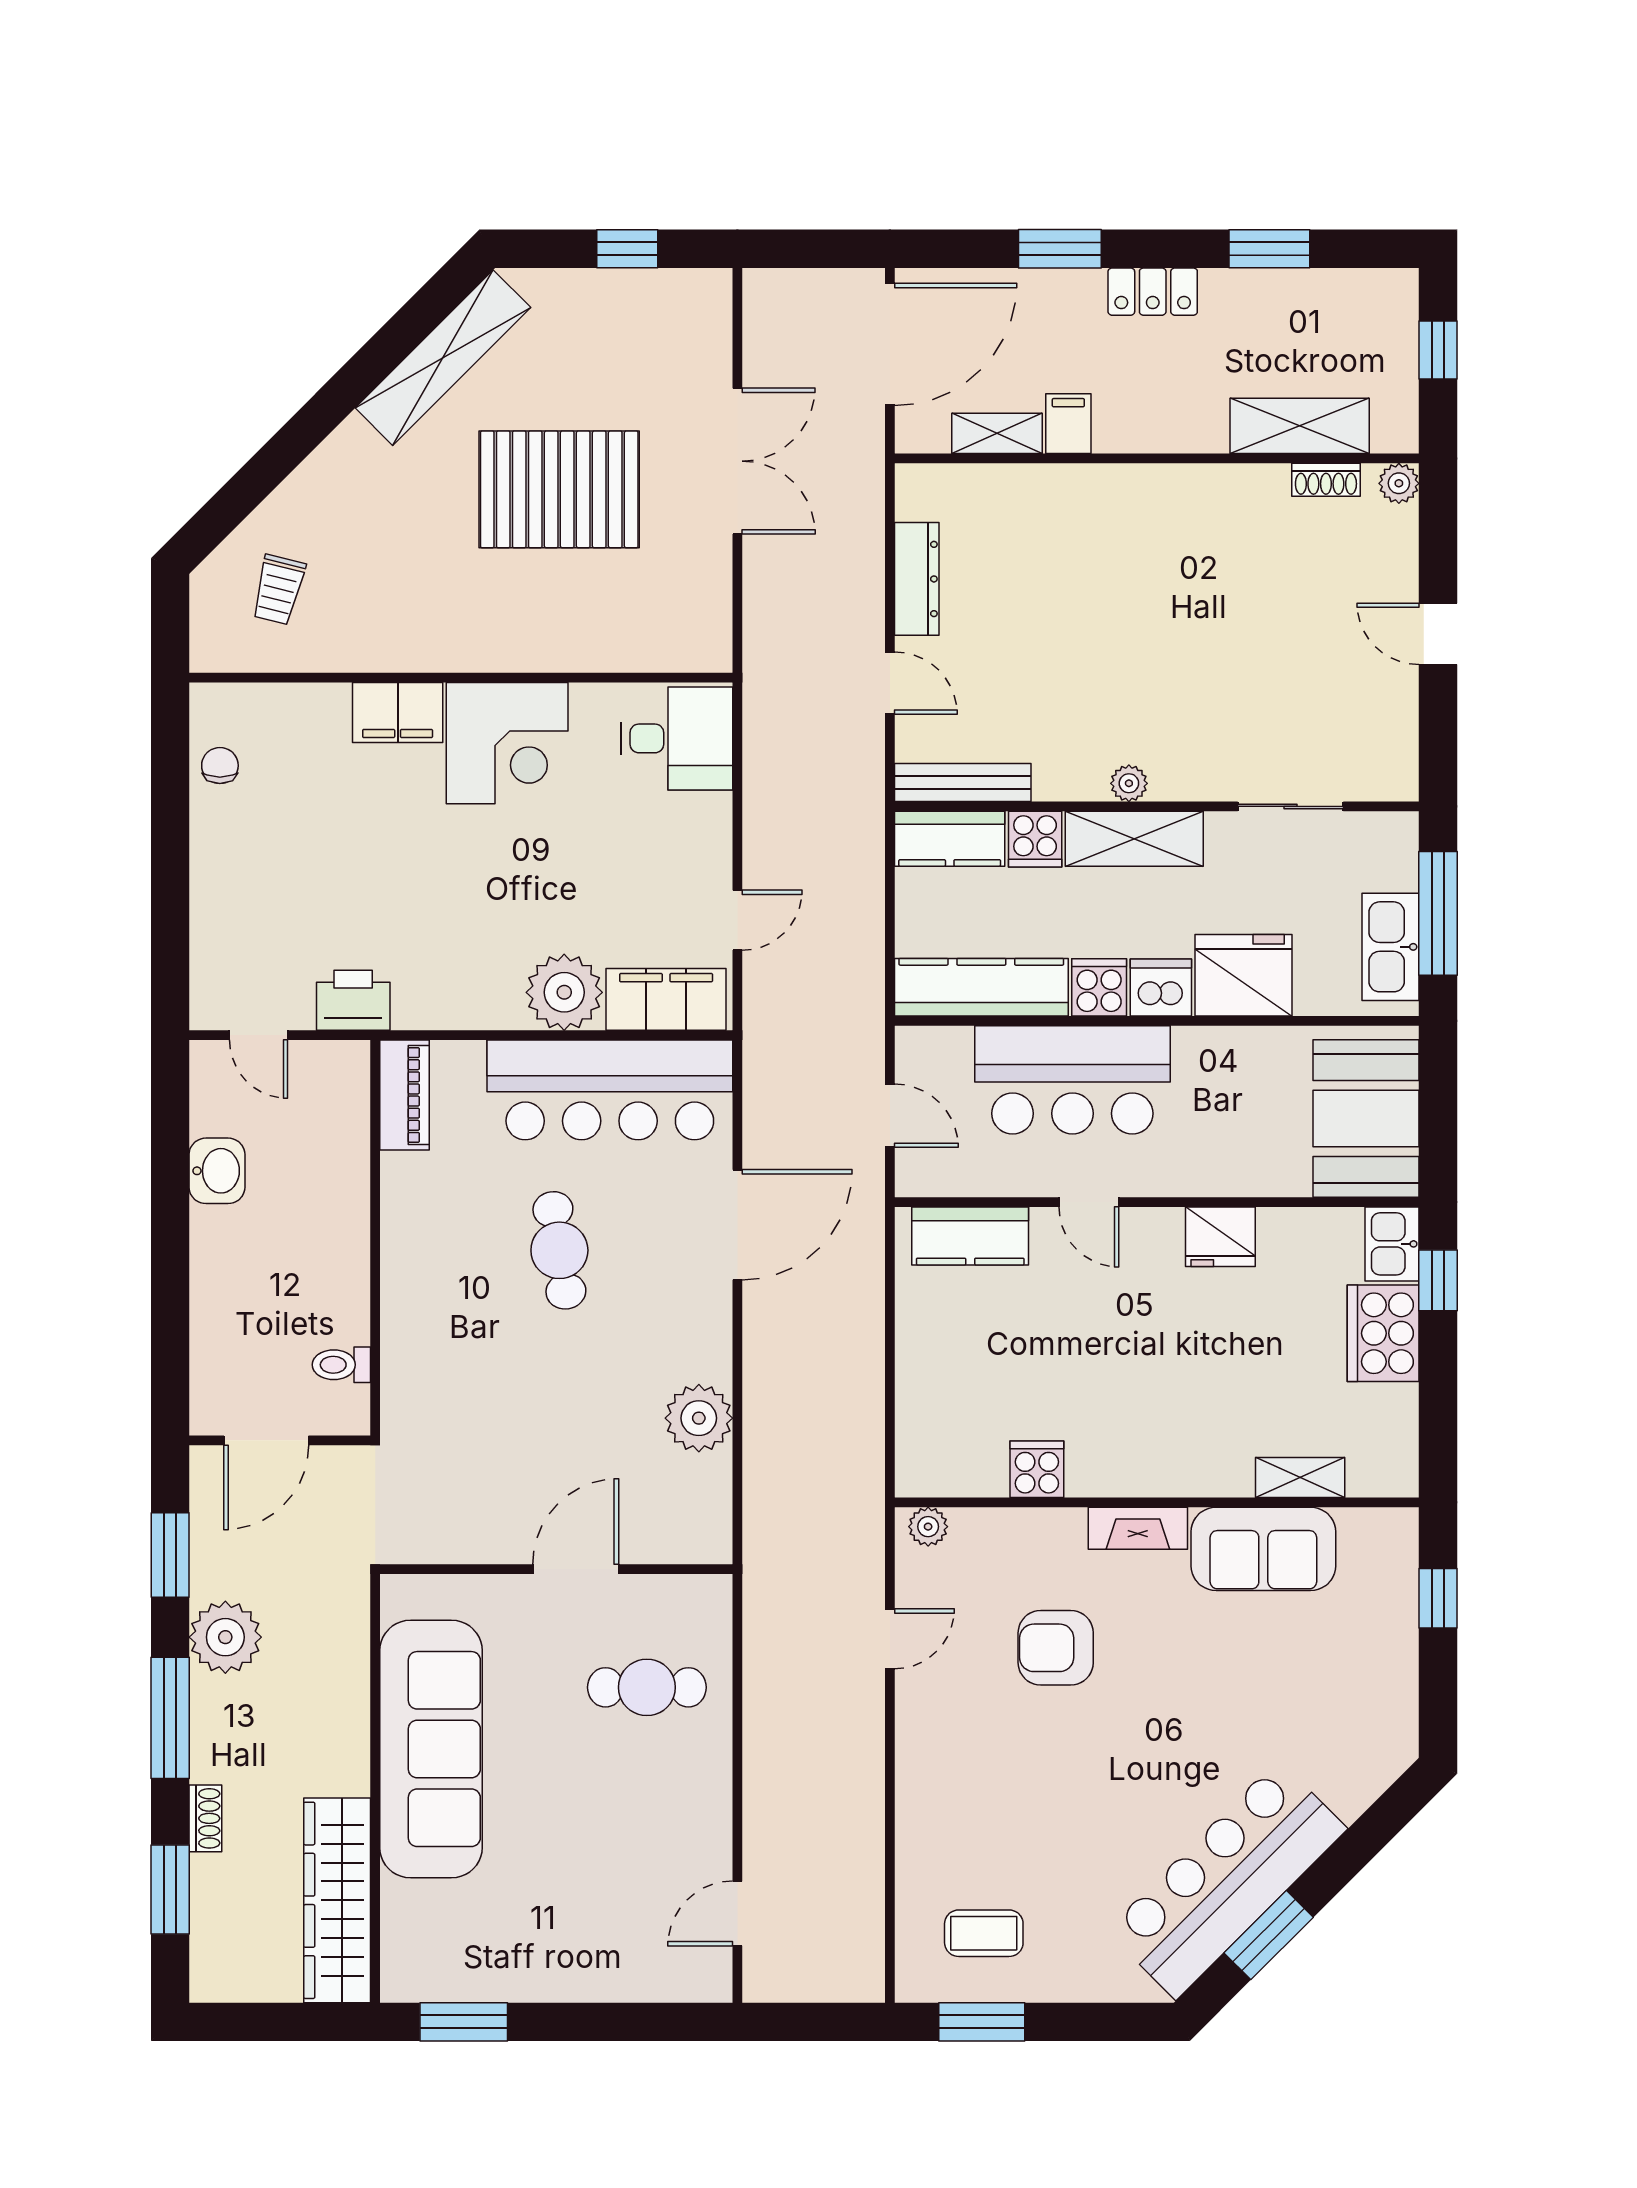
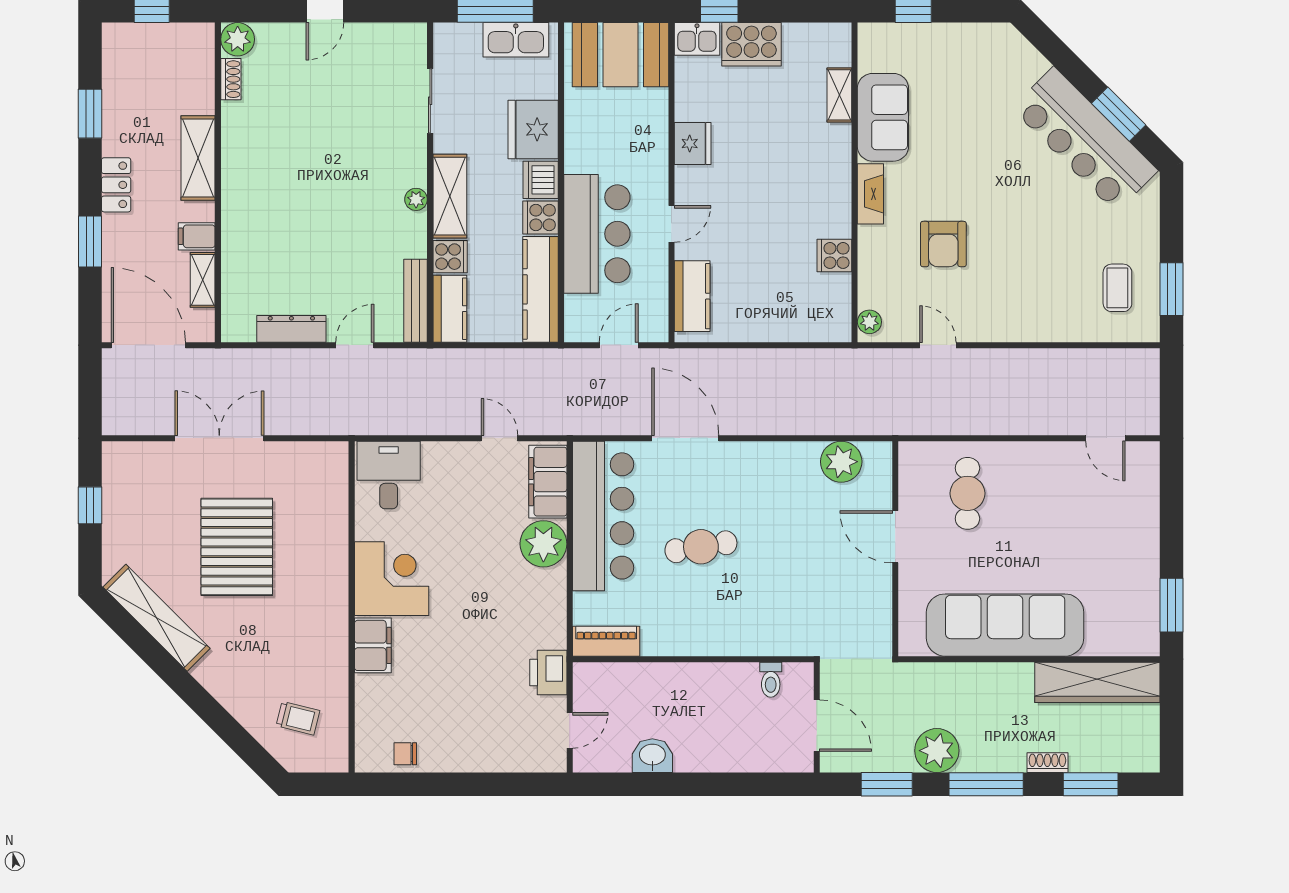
shelving: (1300, 426) -> (198, 158), moved
plant: (1399, 483) -> (238, 39), width x1.38, depth x1.38
plant: (699, 1418) -> (841, 462), moved

